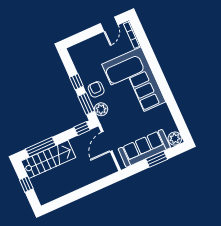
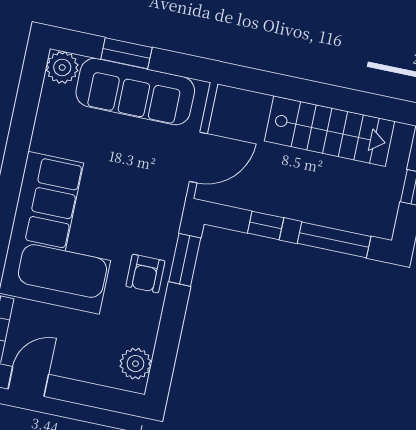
window: (76, 82) -> (173, 316), removed
plant: (101, 109) -> (135, 364), moved
window: (82, 129) -> (266, 225), moved
stairs: (48, 159) -> (330, 131), moved, turned 180

